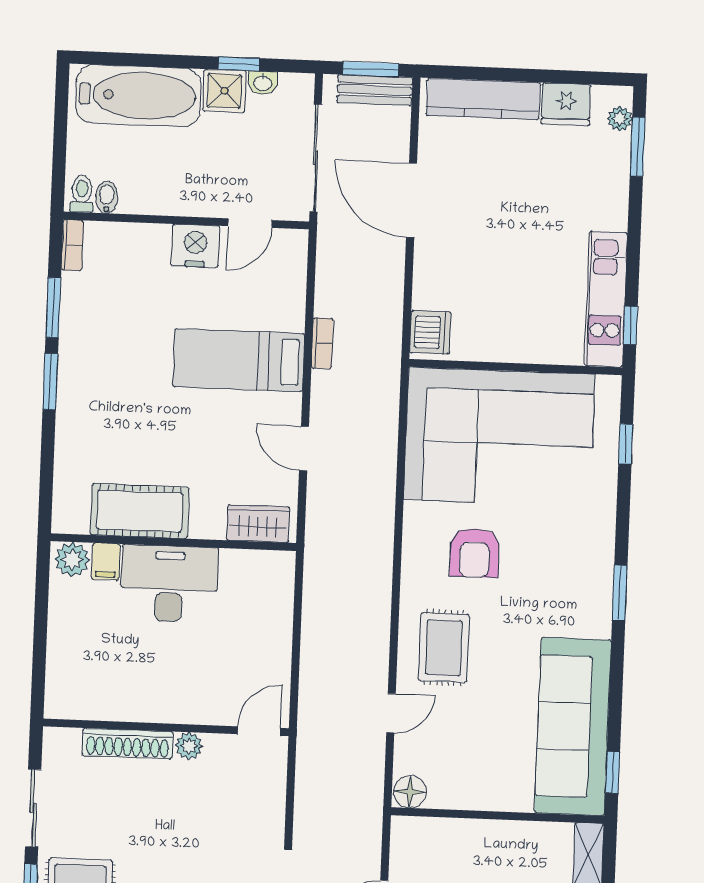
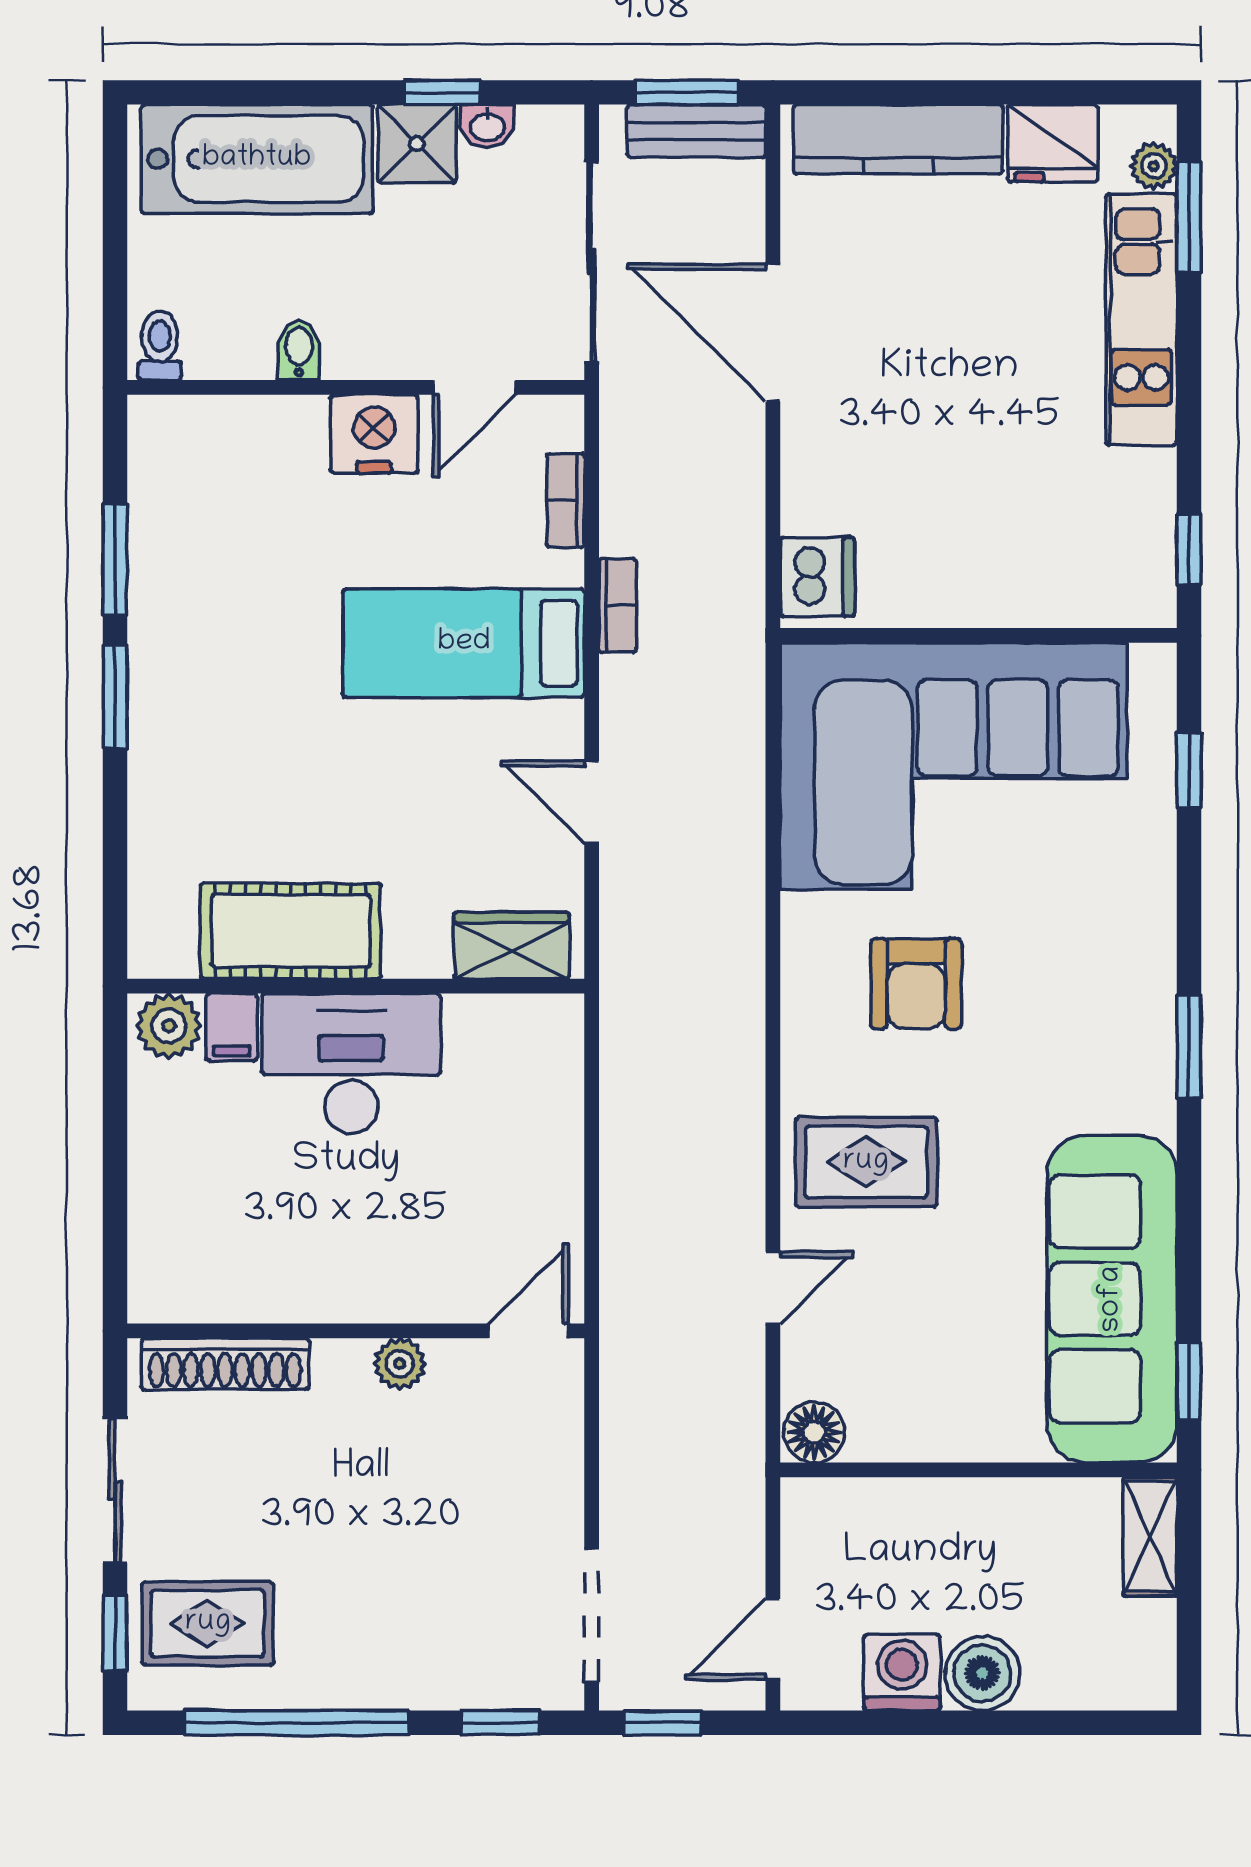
bidet: (107, 197) -> (299, 350), moved
bookcase: (72, 245) -> (565, 500), moved, turned 180
kitchen unit: (606, 299) -> (1141, 320), moved
rug: (444, 648) -> (866, 1162), turned 90
shoe rack: (128, 744) -> (225, 1364), moved

